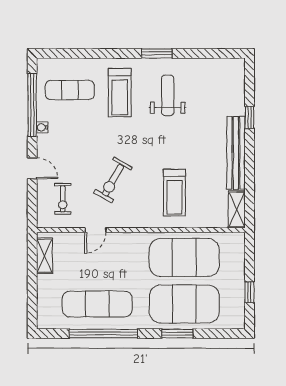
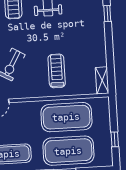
bench: (236, 153) -> (99, 40), removed
treadmill: (174, 193) -> (57, 71), turned 180

